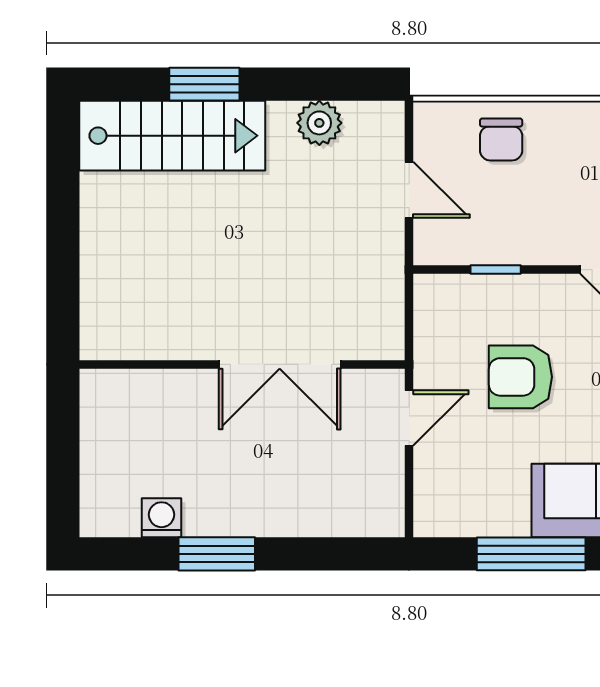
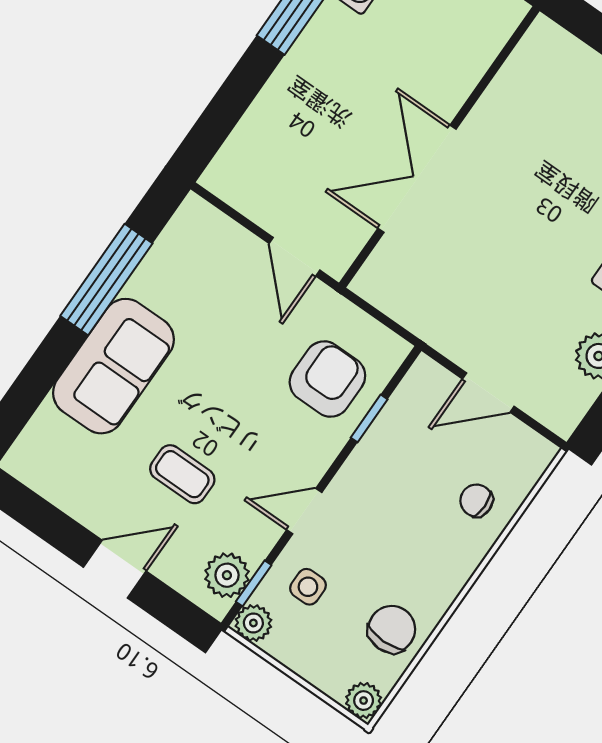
chair: (501, 139) -> (476, 501), width x0.73, depth x0.73
armchair: (520, 377) -> (327, 379), moved

